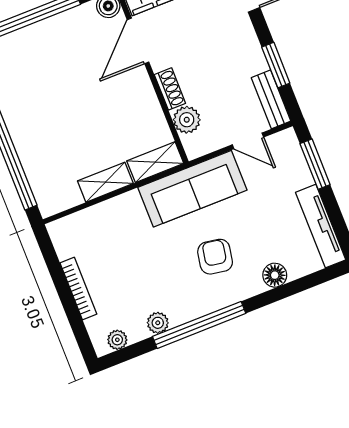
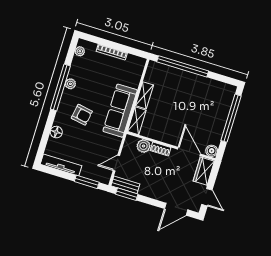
window: (276, 65) -> (127, 194), moved
sofa: (192, 189) -> (120, 111), moved
plant: (158, 323) -> (70, 84), moved

